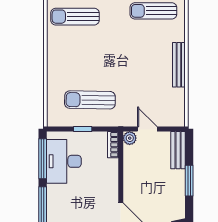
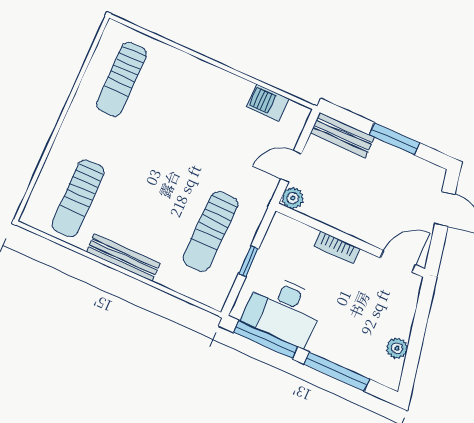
bench: (179, 65) -> (123, 258), moved
barbecue: (177, 99) -> (267, 103), added
bookcase: (113, 145) -> (337, 247), moved

